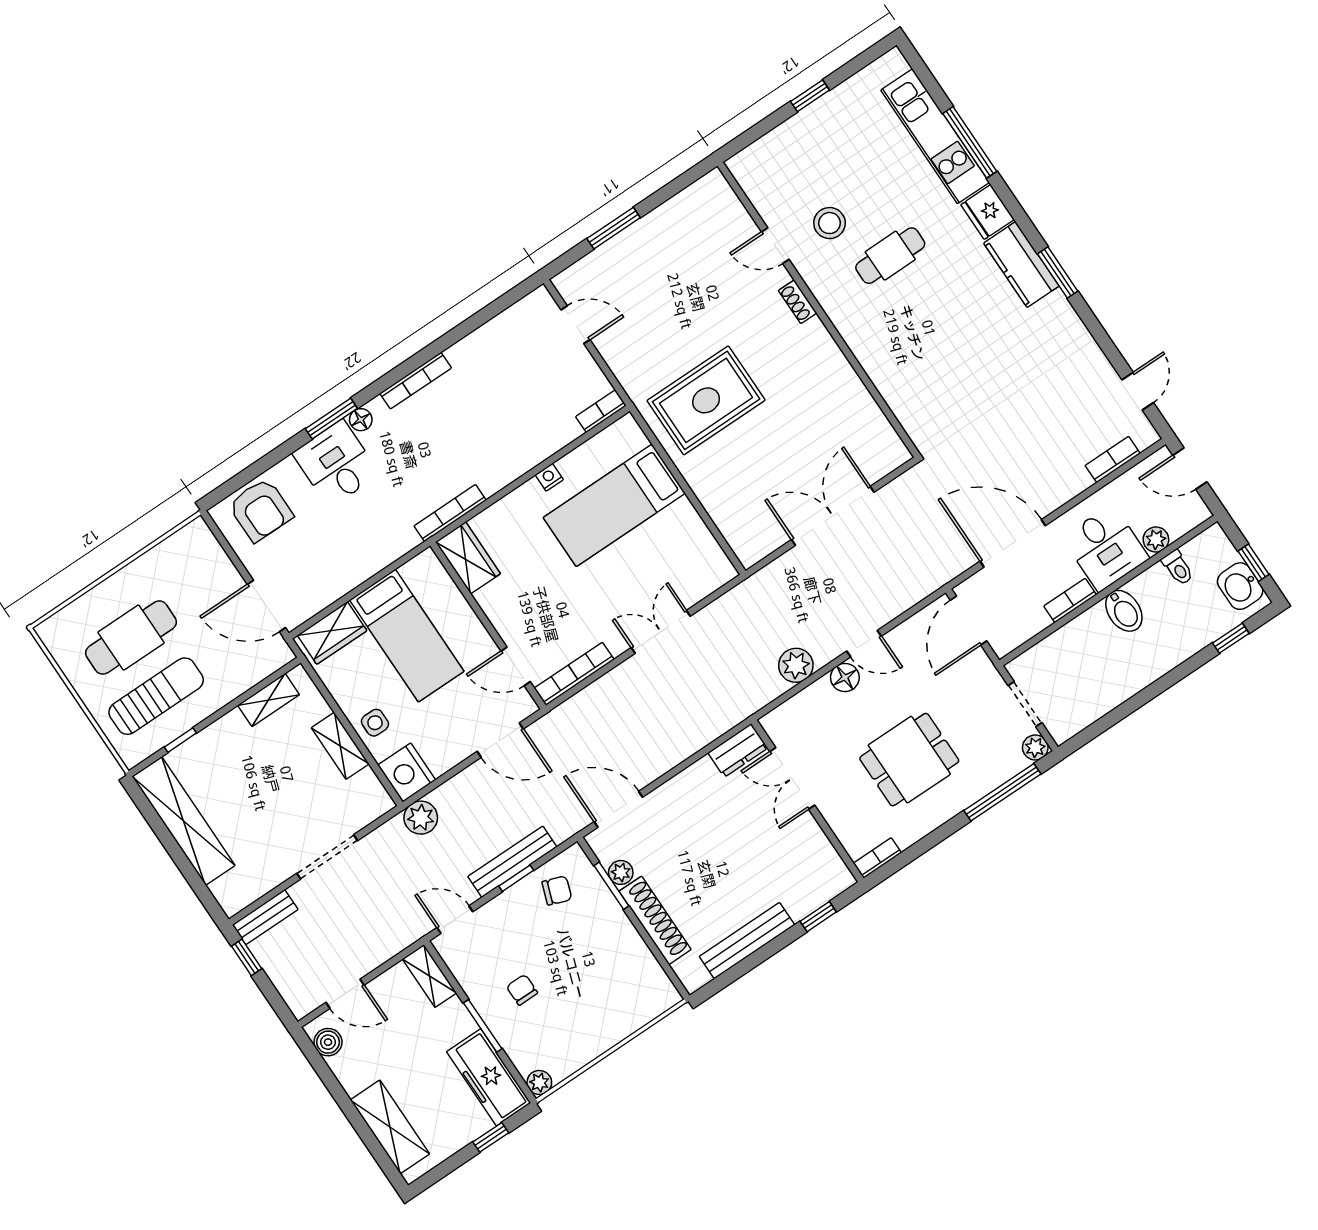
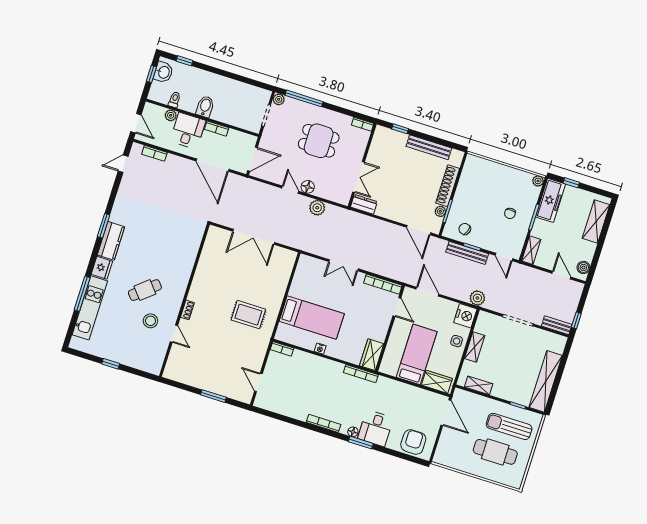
cafe table: (890, 256) -> (145, 290), turned -40
rug: (706, 400) -> (248, 315), width x0.73, depth x0.70

